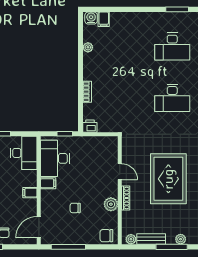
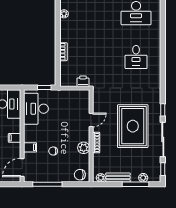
desk: (172, 98) -> (136, 57), width x0.73
printer: (90, 126) -> (83, 81), moved
door: (120, 172) -> (91, 120), hinge flipped
filing cabinet: (48, 183) -> (30, 147), moved

